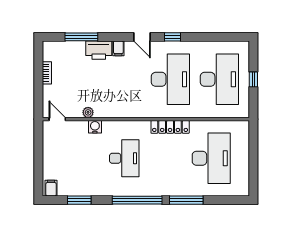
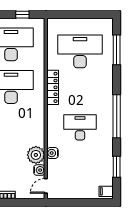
window: (253, 79) -> (22, 15), moved
water cooler: (75, 112) -> (39, 170), added
plant: (88, 112) -> (36, 155), width x1.88, depth x1.88
window: (186, 200) -> (117, 50), moved

